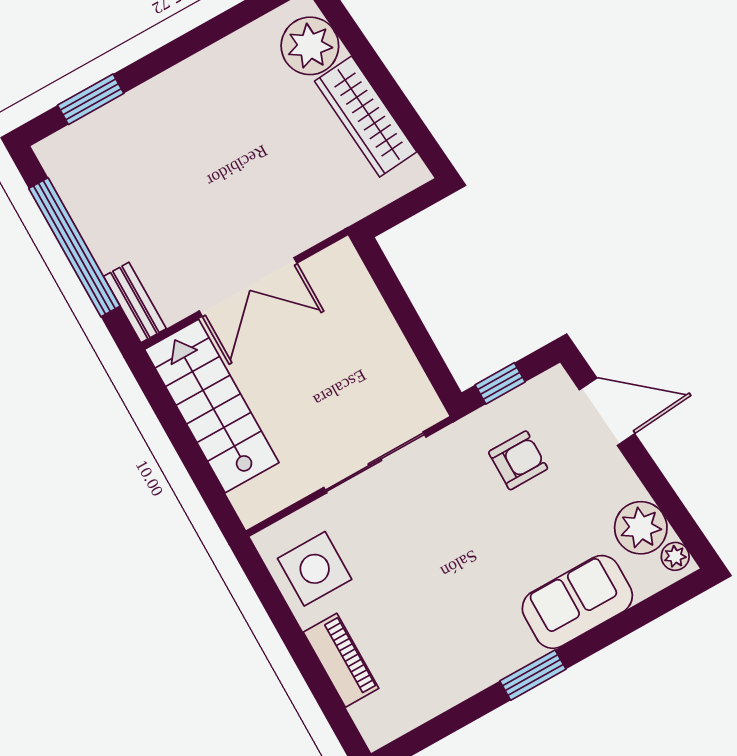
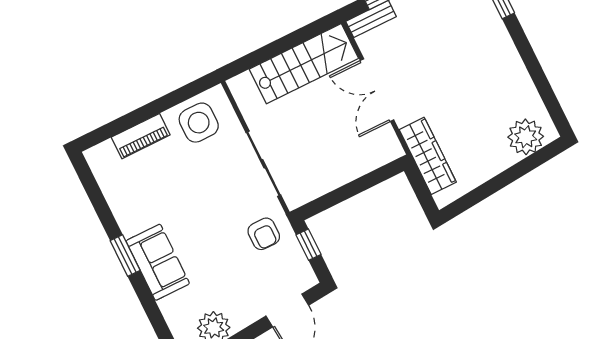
wardrobe: (366, 117) -> (428, 156), moved, turned 95
armchair: (518, 460) -> (264, 234), moved
sofa: (577, 602) -> (158, 262), moved

